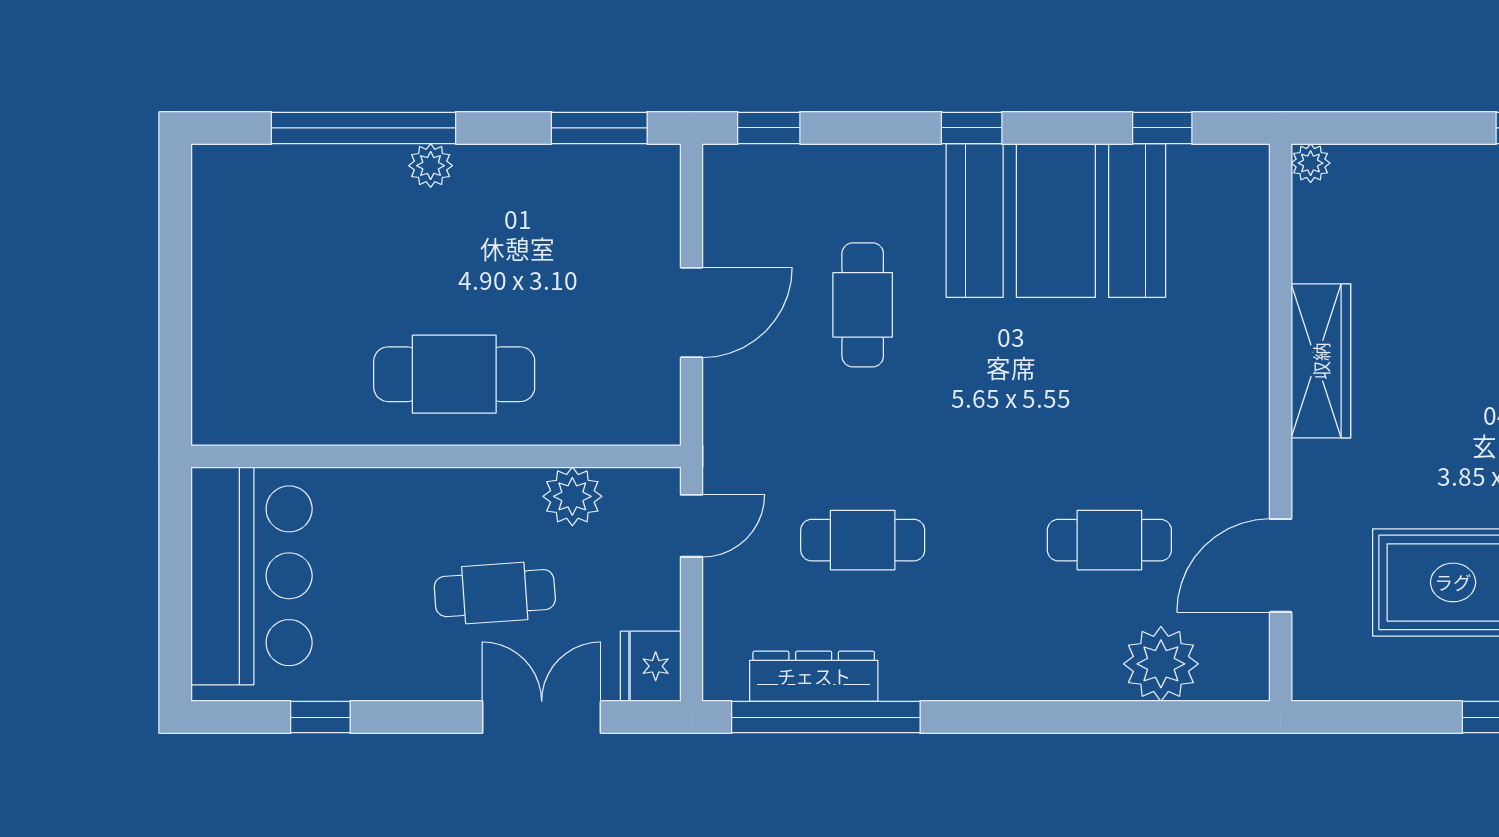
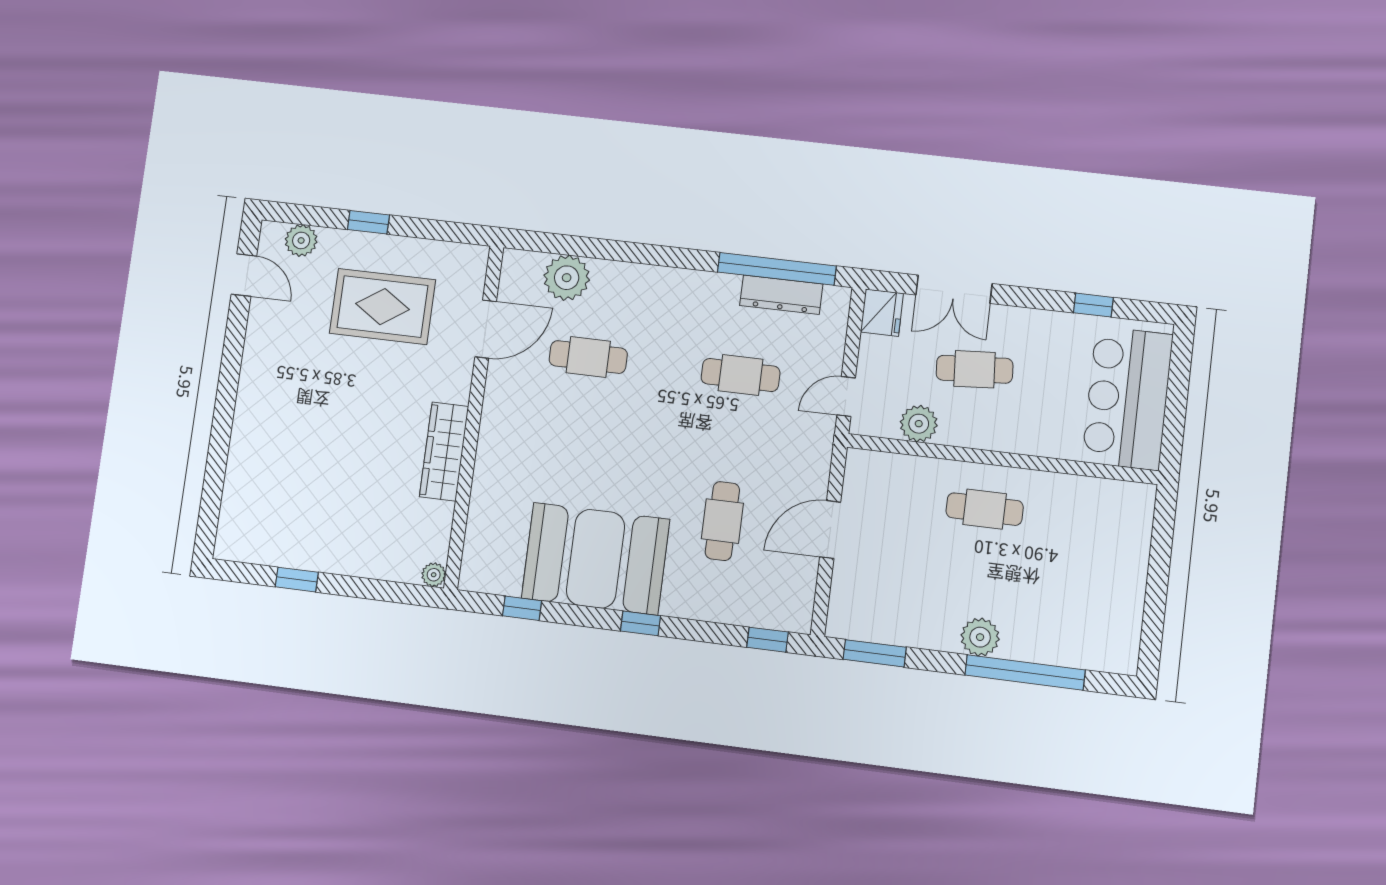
plant: (431, 166) -> (980, 637), width x1.38, depth x1.38
cafe table: (454, 374) -> (985, 509), width x0.73, depth x0.74

